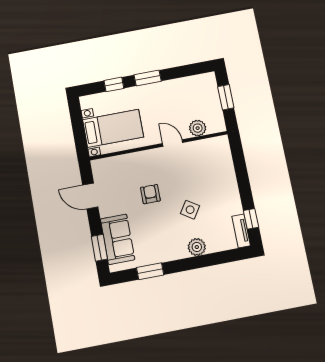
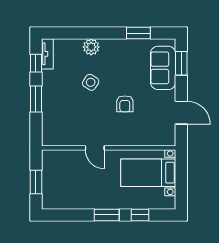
plant: (198, 128) -> (68, 158), removed
window: (243, 182) -> (36, 99), added

